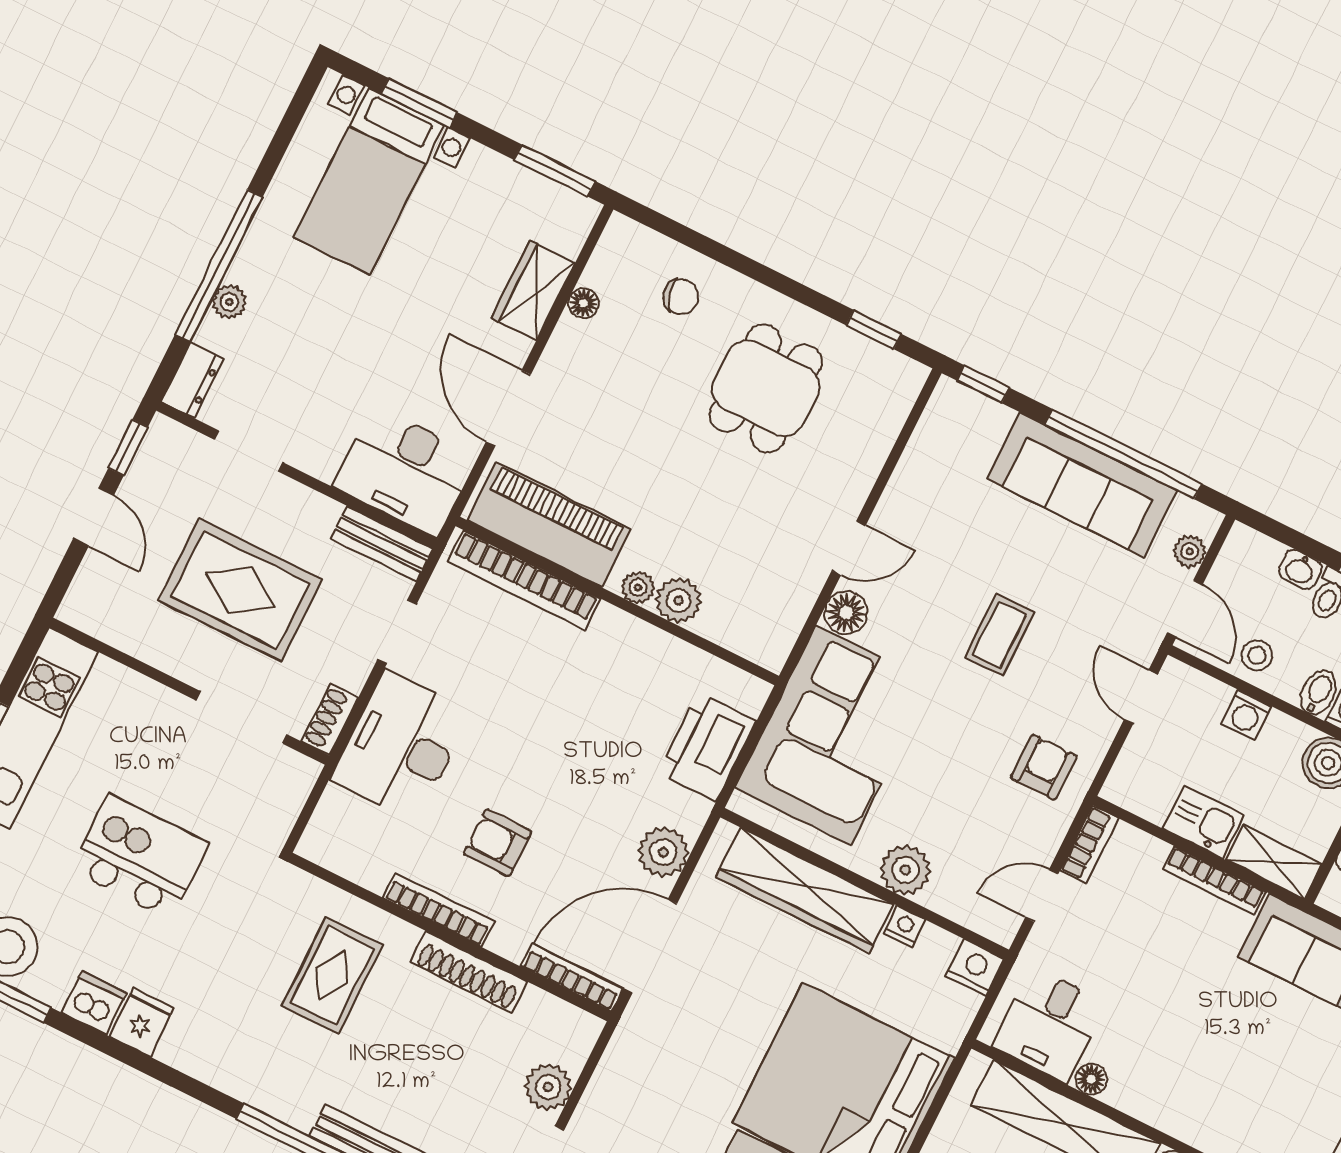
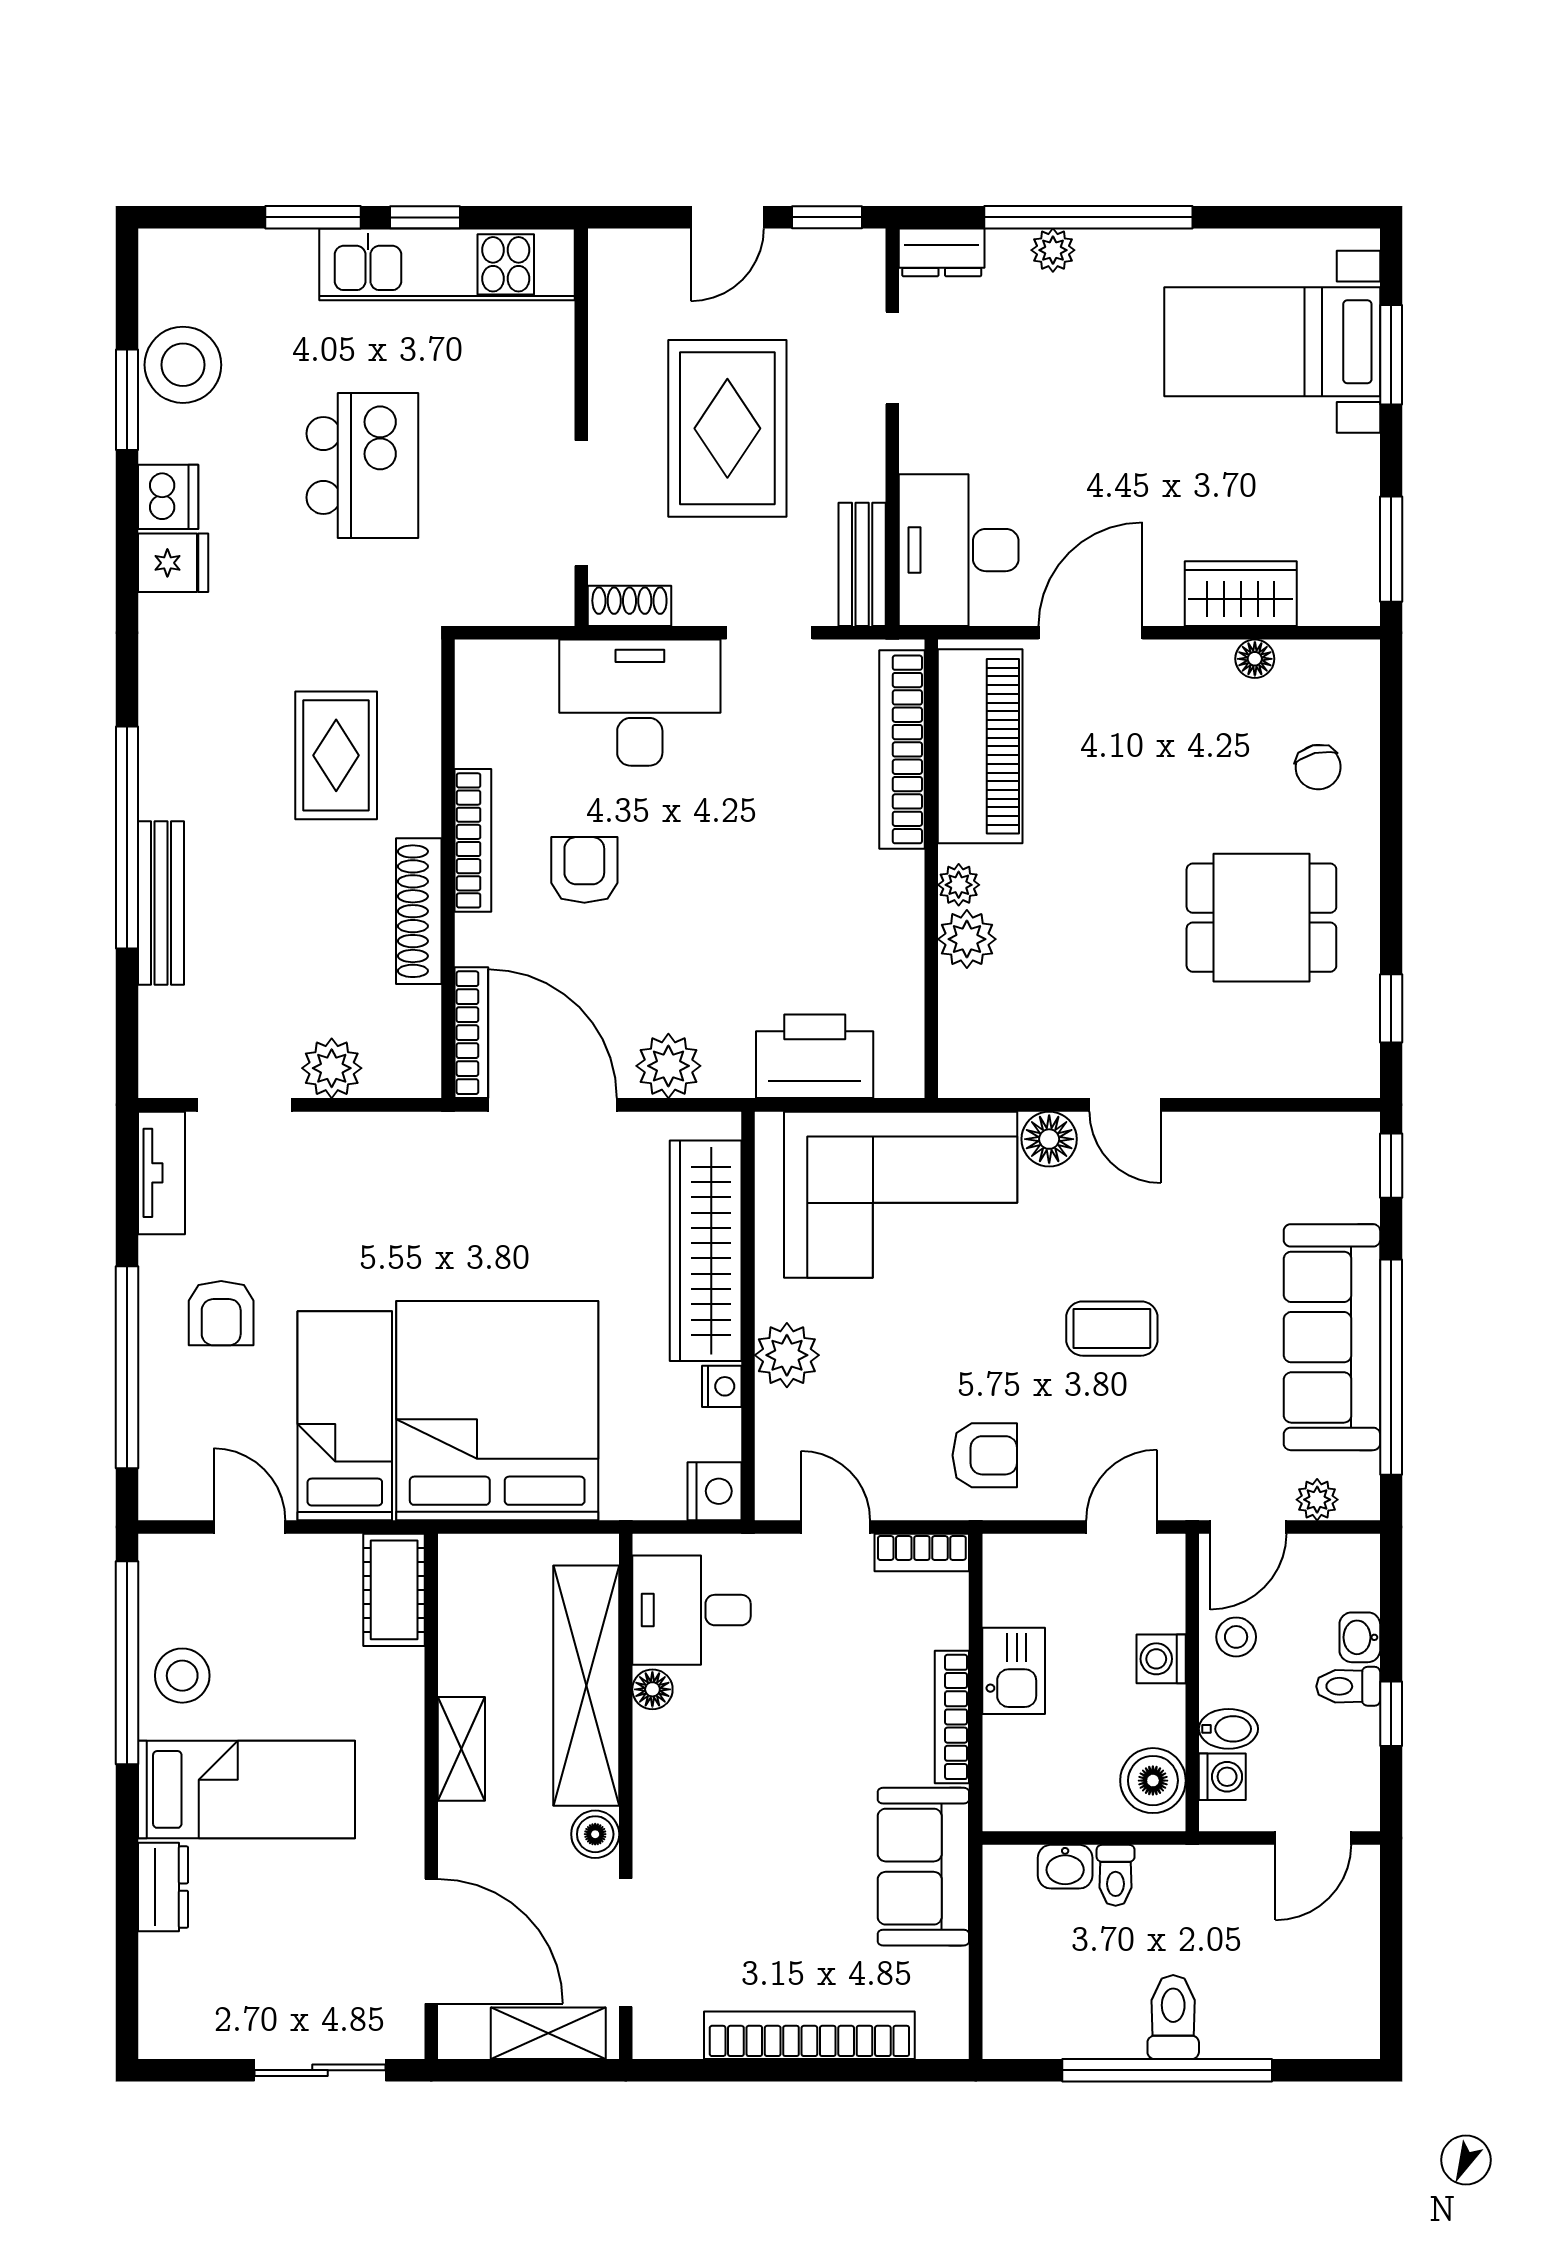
shelving: (1274, 862) -> (1008, 1775), removed
rug: (332, 976) -> (336, 755), turned 90

